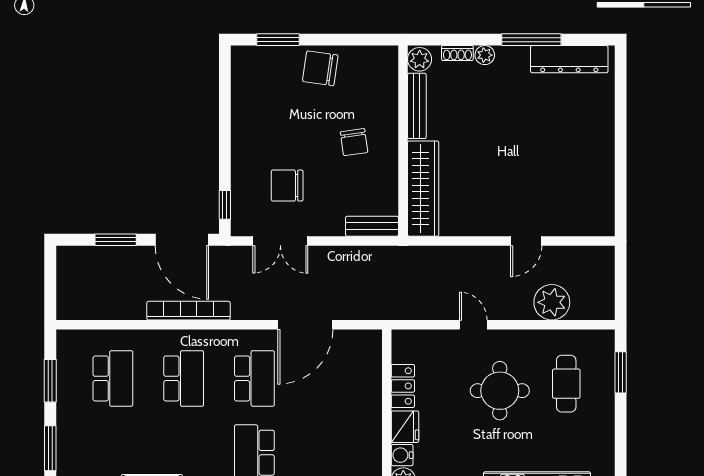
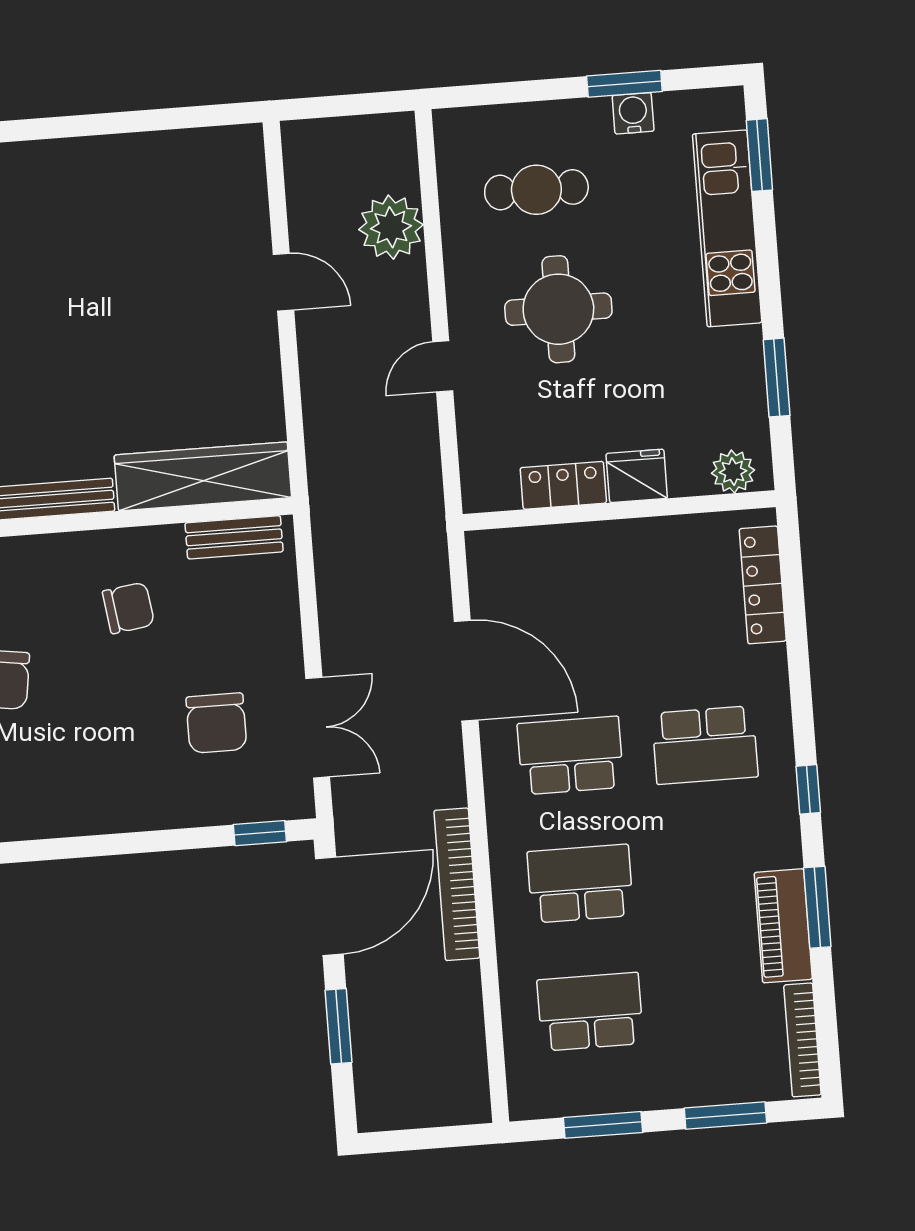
bench: (372, 226) -> (234, 537), moved, turned 90
window: (621, 372) -> (624, 84), moved
water cooler: (402, 455) -> (633, 113), moved, turned 180

